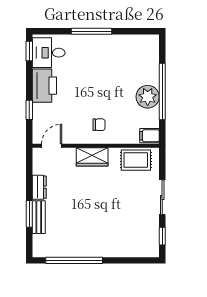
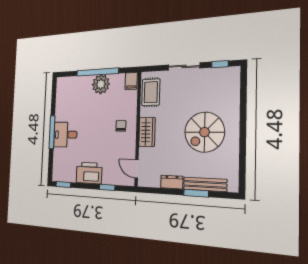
desk: (49, 53) -> (65, 135), moved, turned 90
bench: (39, 217) -> (205, 184), width x1.36
spiral stairs: (92, 221) -> (204, 132), added
window: (74, 260) -> (243, 150), removed

